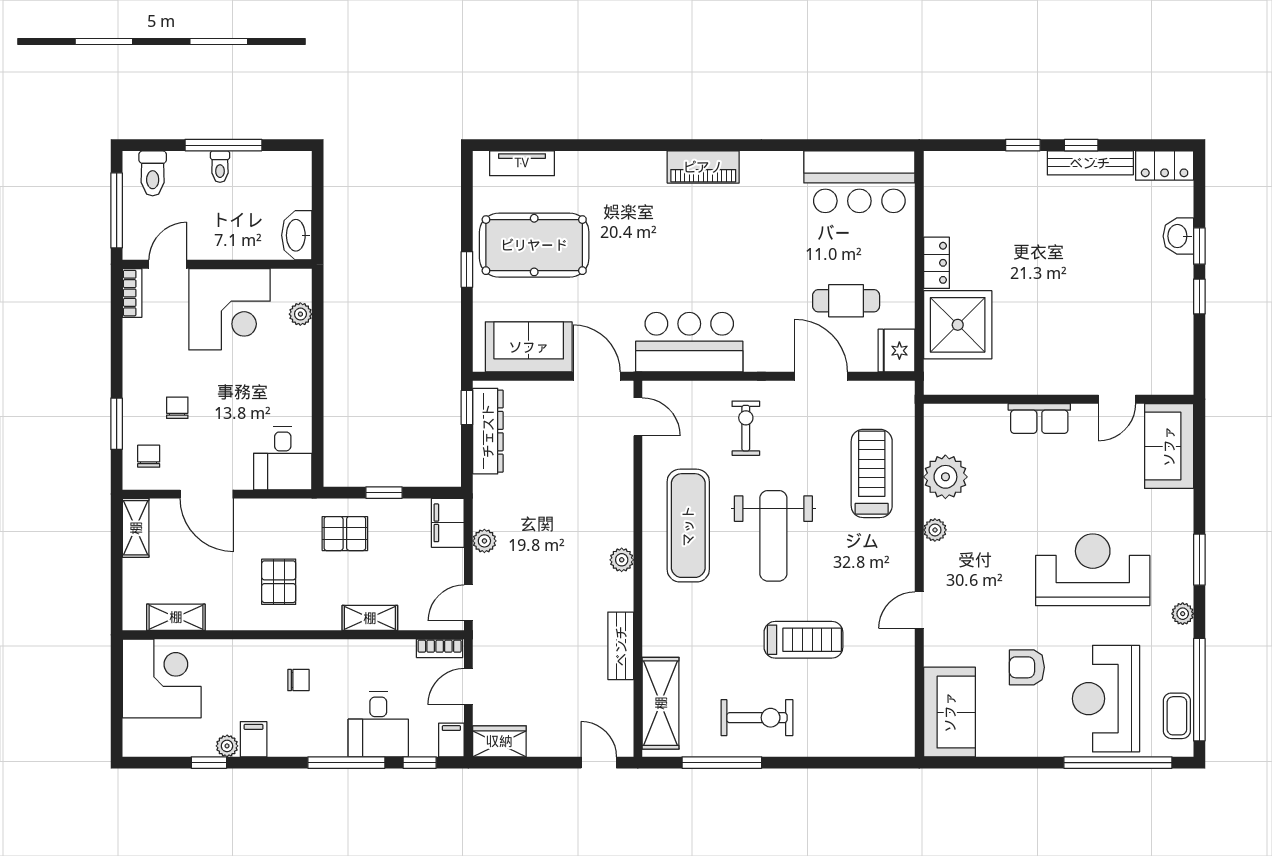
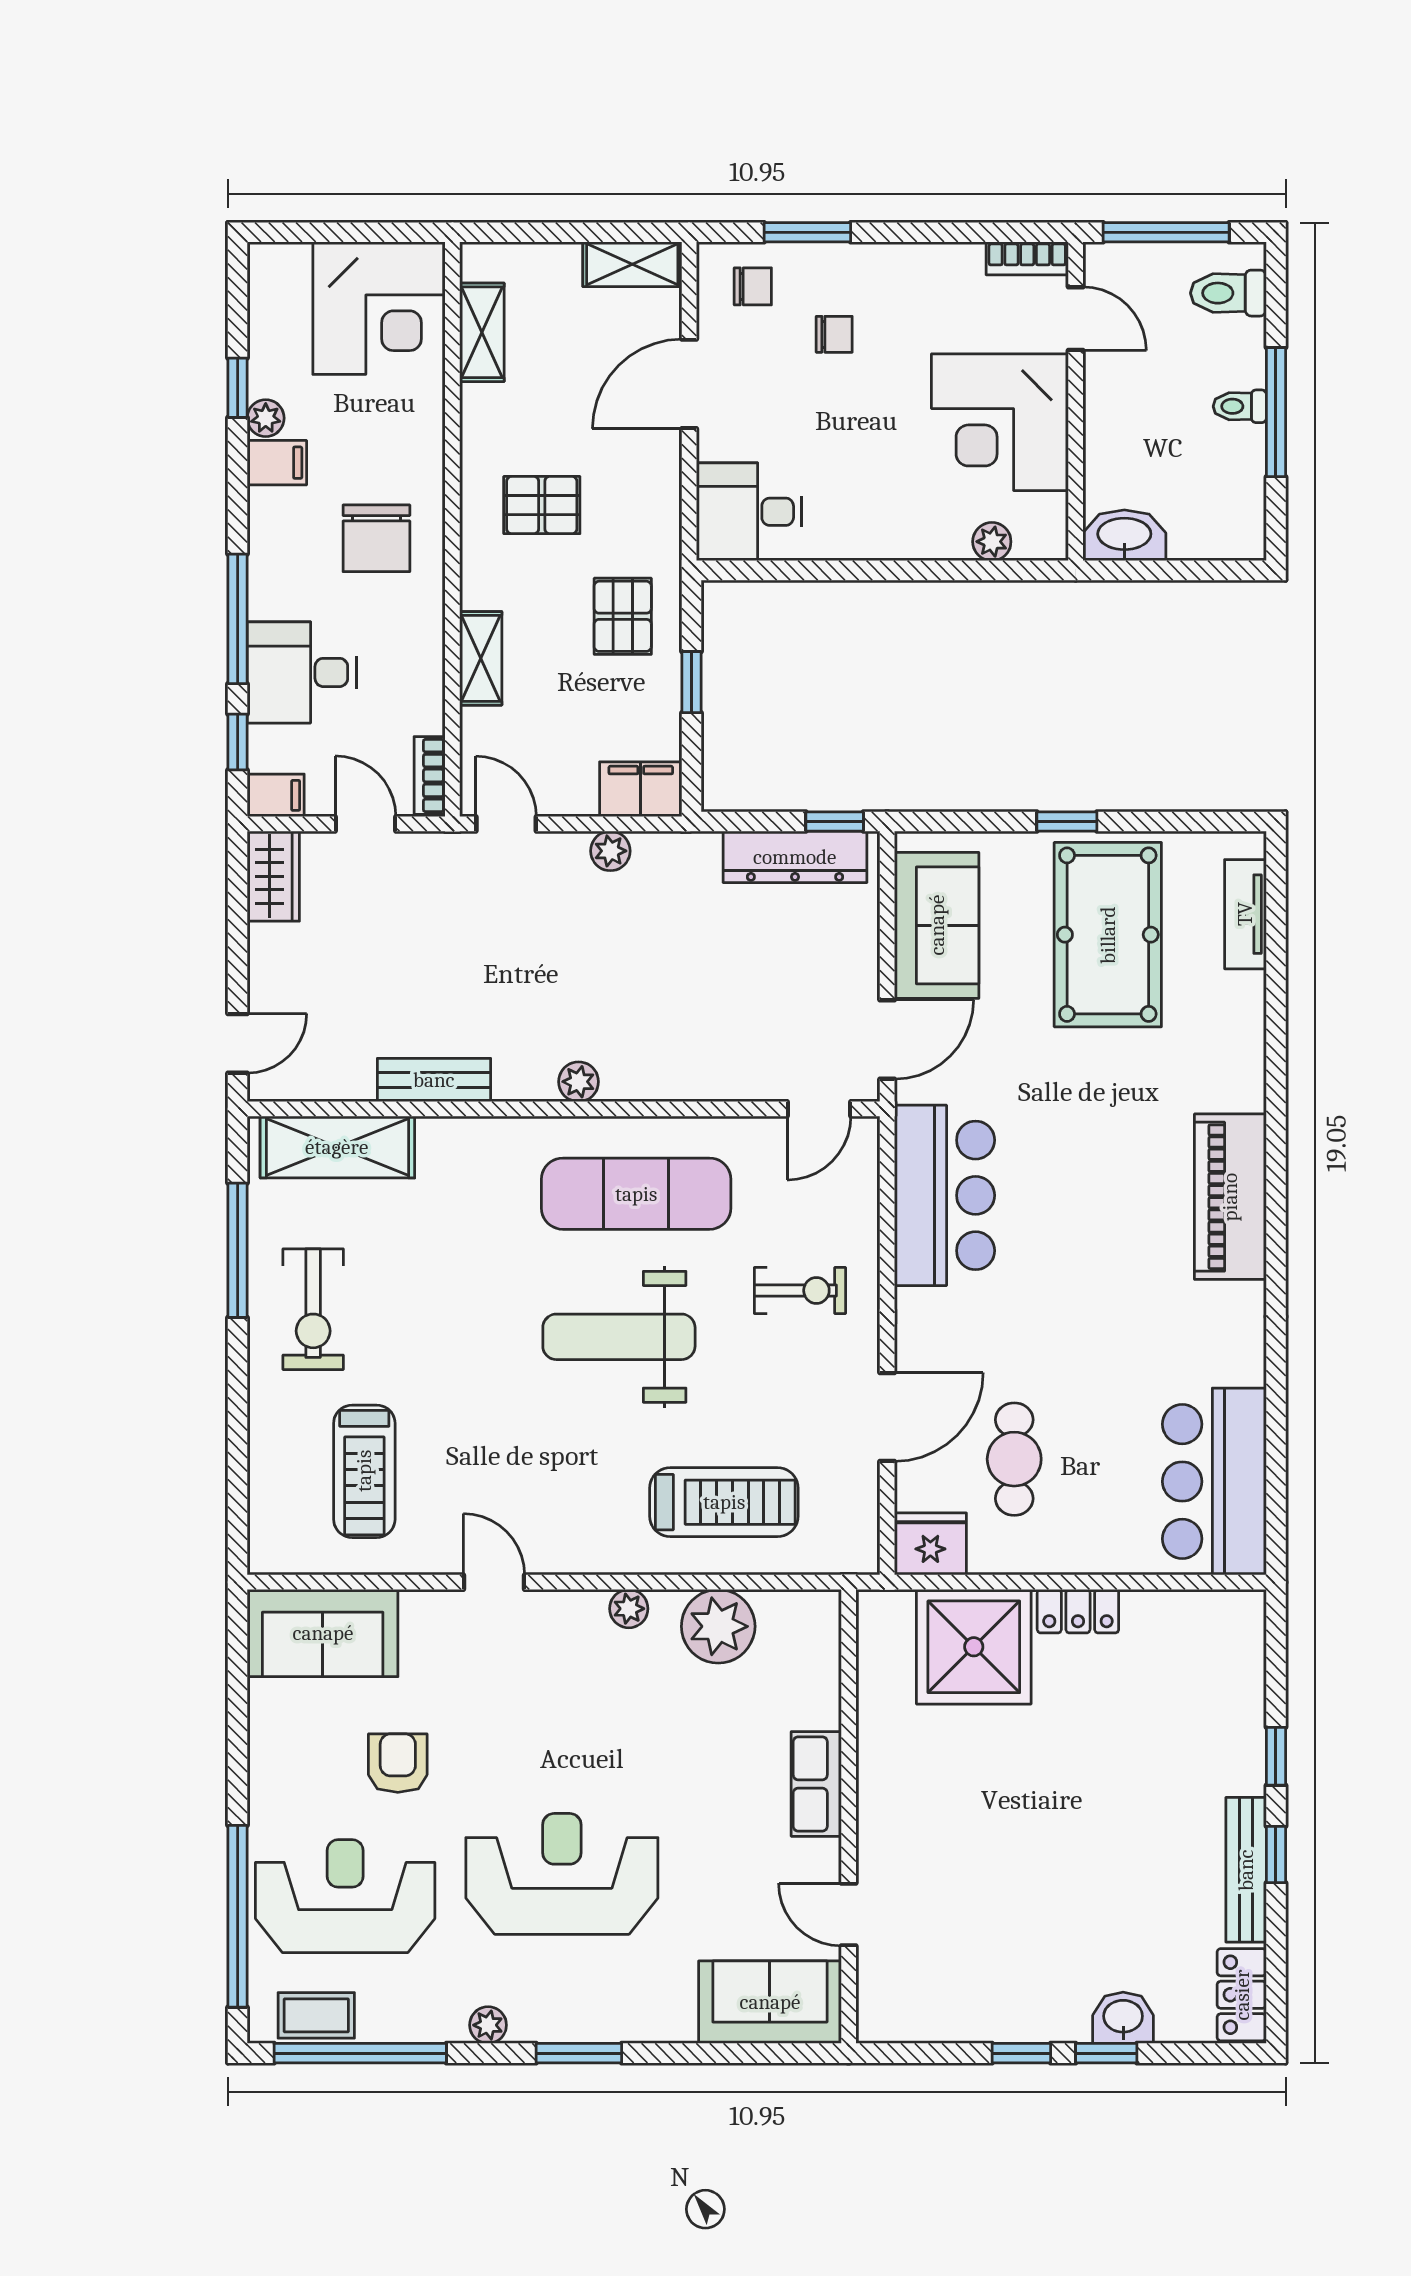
piano: (703, 167) -> (1230, 1197), width x1.37, depth x1.33
reception desk: (1093, 570) -> (562, 1874), turned -90
treadmill: (803, 640) -> (364, 1471), moved
chair: (298, 680) -> (376, 538), width x1.87, depth x1.87

